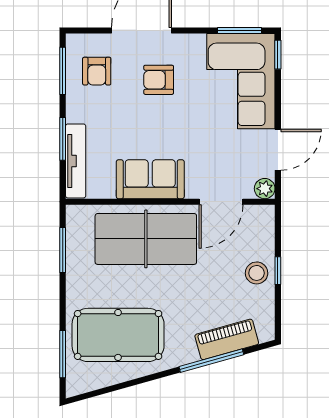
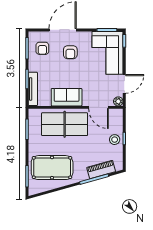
armchair: (159, 80) -> (70, 52), turned -90
door: (221, 202) -> (99, 107), hinge flipped

